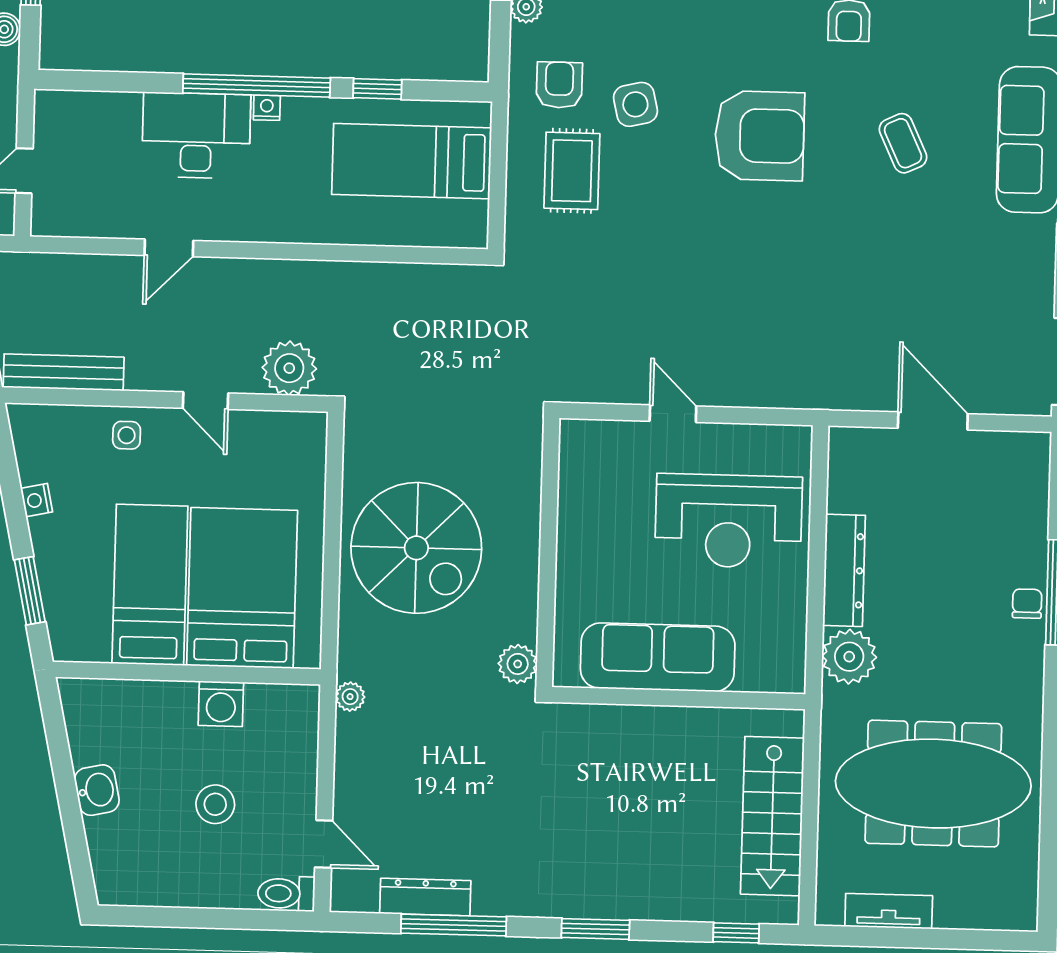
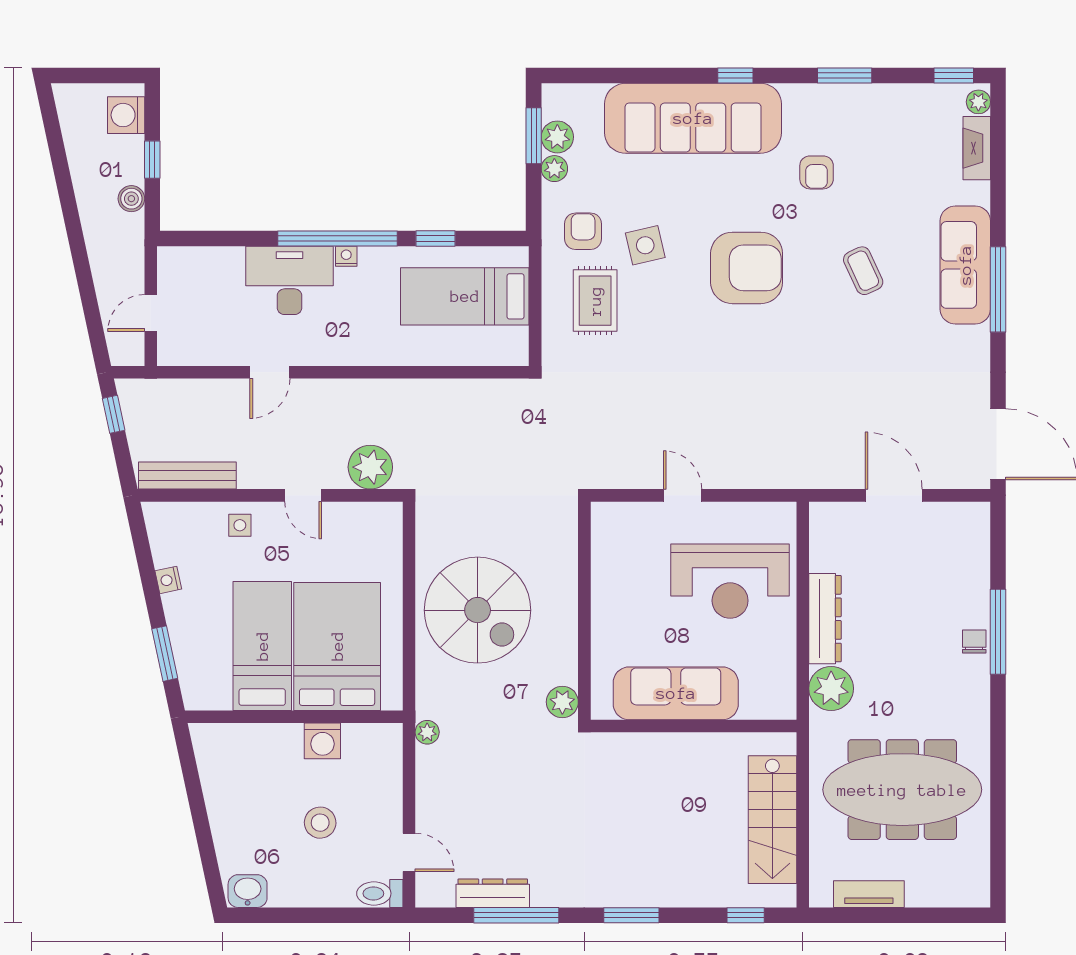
washbasin: (97, 790) -> (248, 891), moved, turned -78

